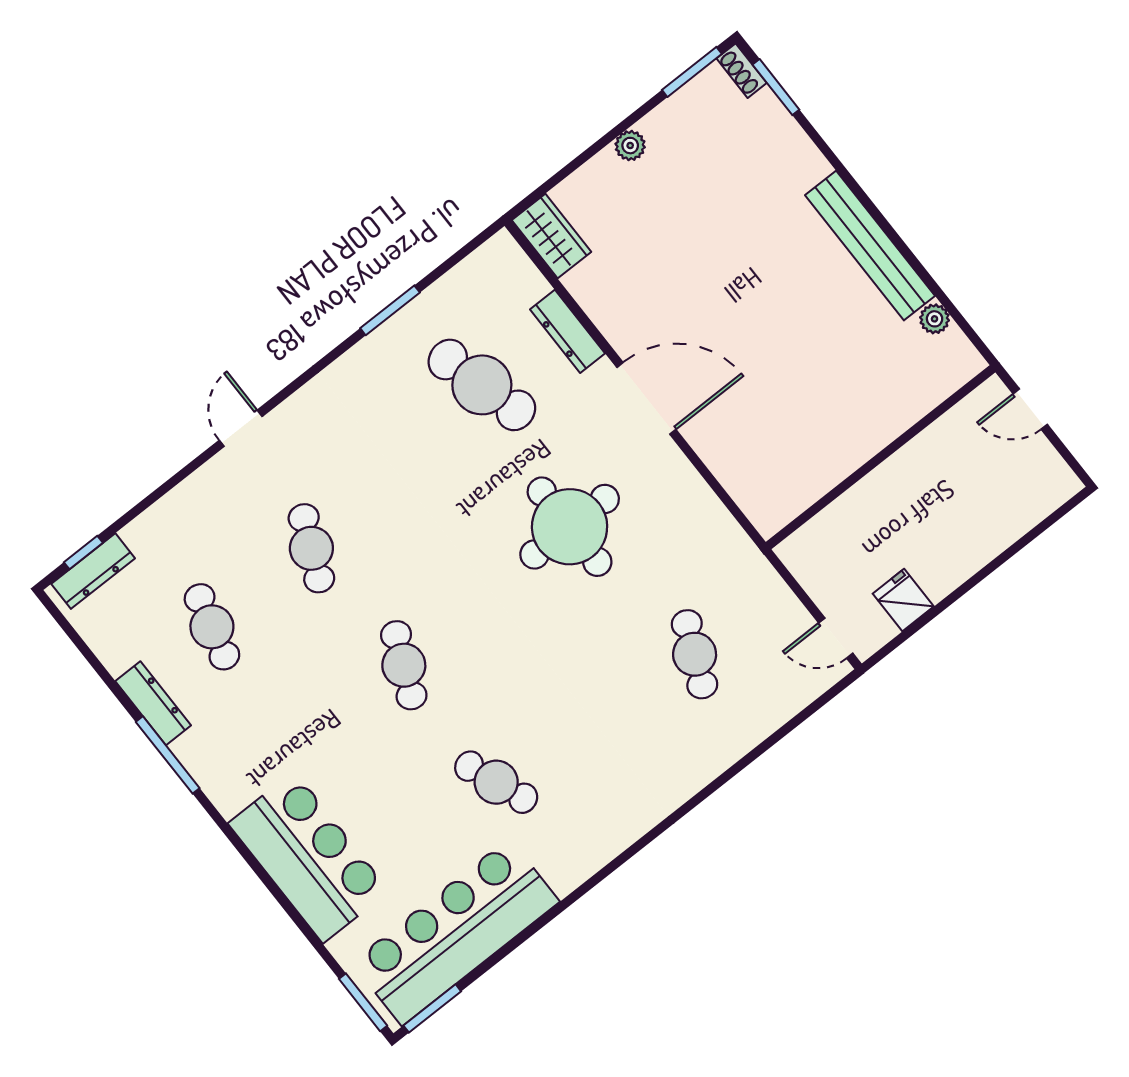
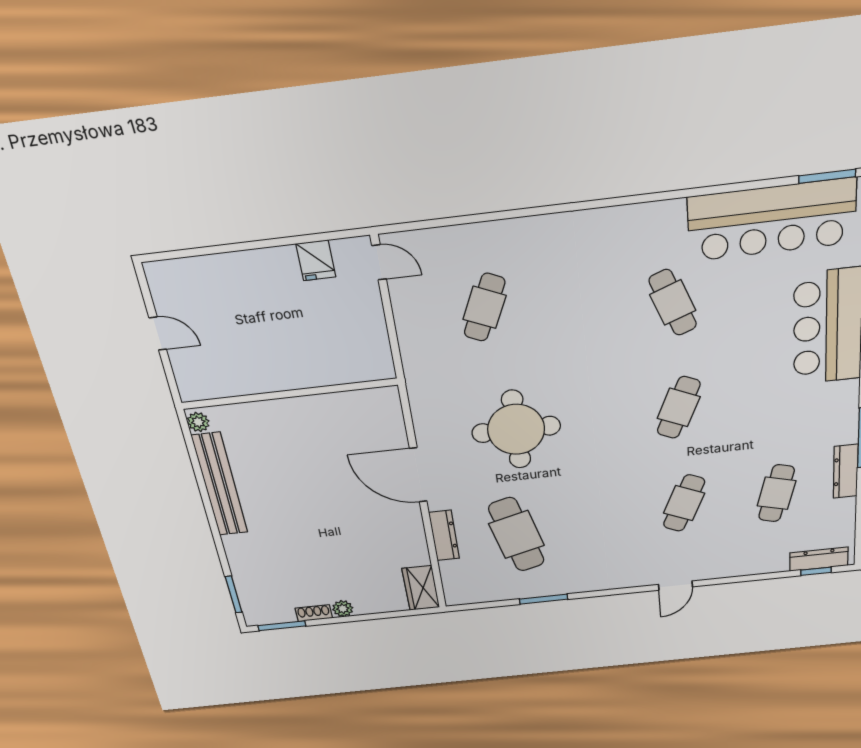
shoe rack: (742, 71) -> (314, 613), moved, turned -90
wall: (881, 457) -> (289, 394), moved

